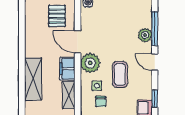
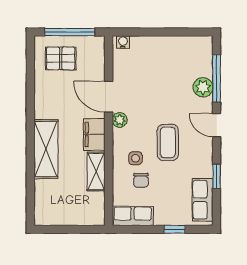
pallet: (57, 16) -> (61, 58), moved, turned 90
plant: (90, 63) -> (120, 120), width x0.53, depth x0.53

